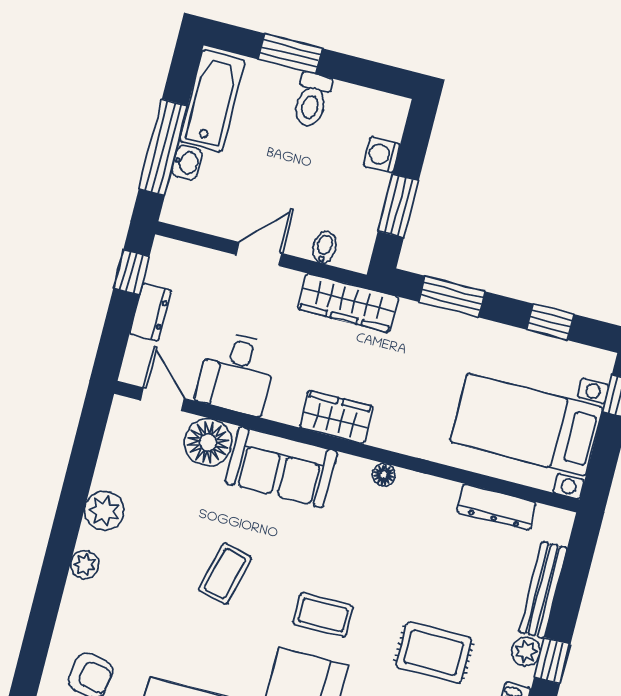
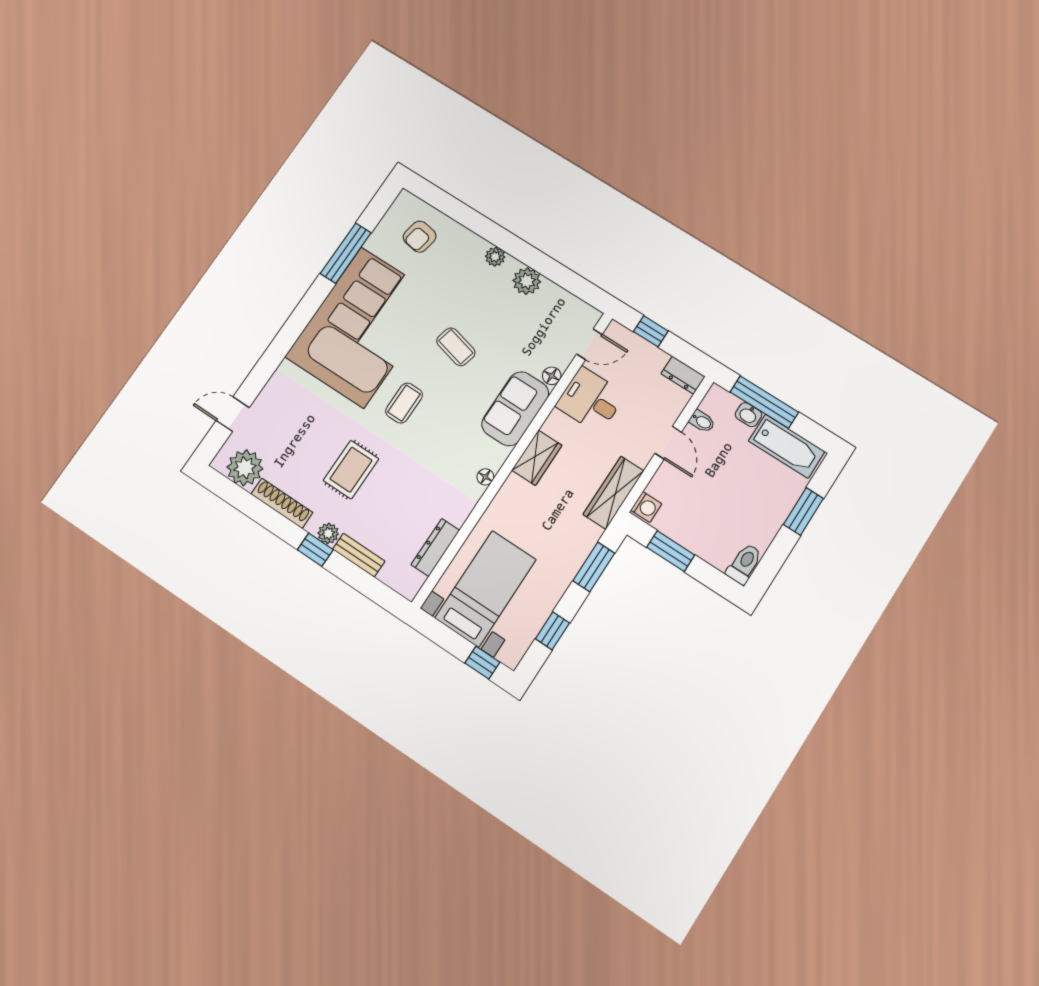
toilet: (312, 100) -> (744, 564), moved, turned 90
washing machine: (382, 155) -> (646, 507), moved, turned 90
bidet: (324, 247) -> (702, 421), moved
window: (131, 272) -> (651, 331), moved
dresser: (150, 312) -> (683, 375), moved
floor lamp: (208, 442) -> (552, 376), width x0.53, depth x0.53
bench: (543, 590) -> (359, 555), width x0.73

